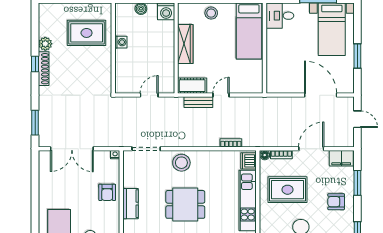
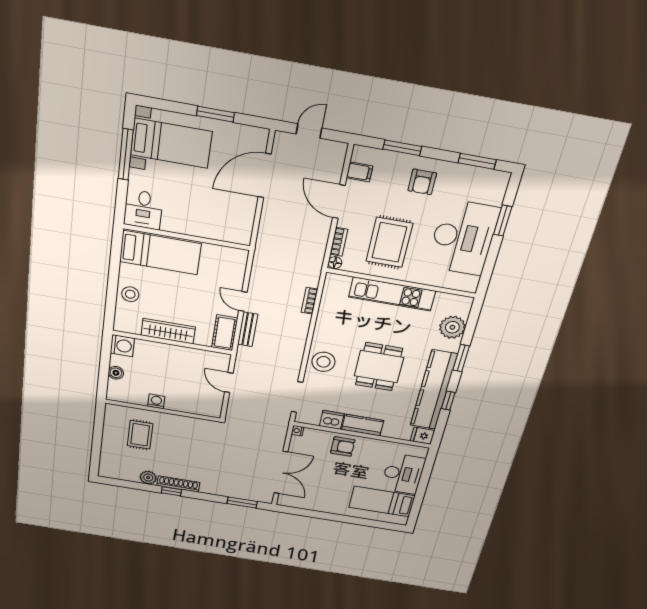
rug: (87, 33) -> (140, 435), width x0.73, depth x0.70
filing cabinet: (341, 158) -> (360, 172), width x0.50
dishwasher: (249, 161) -> (332, 420), moved, turned 180

